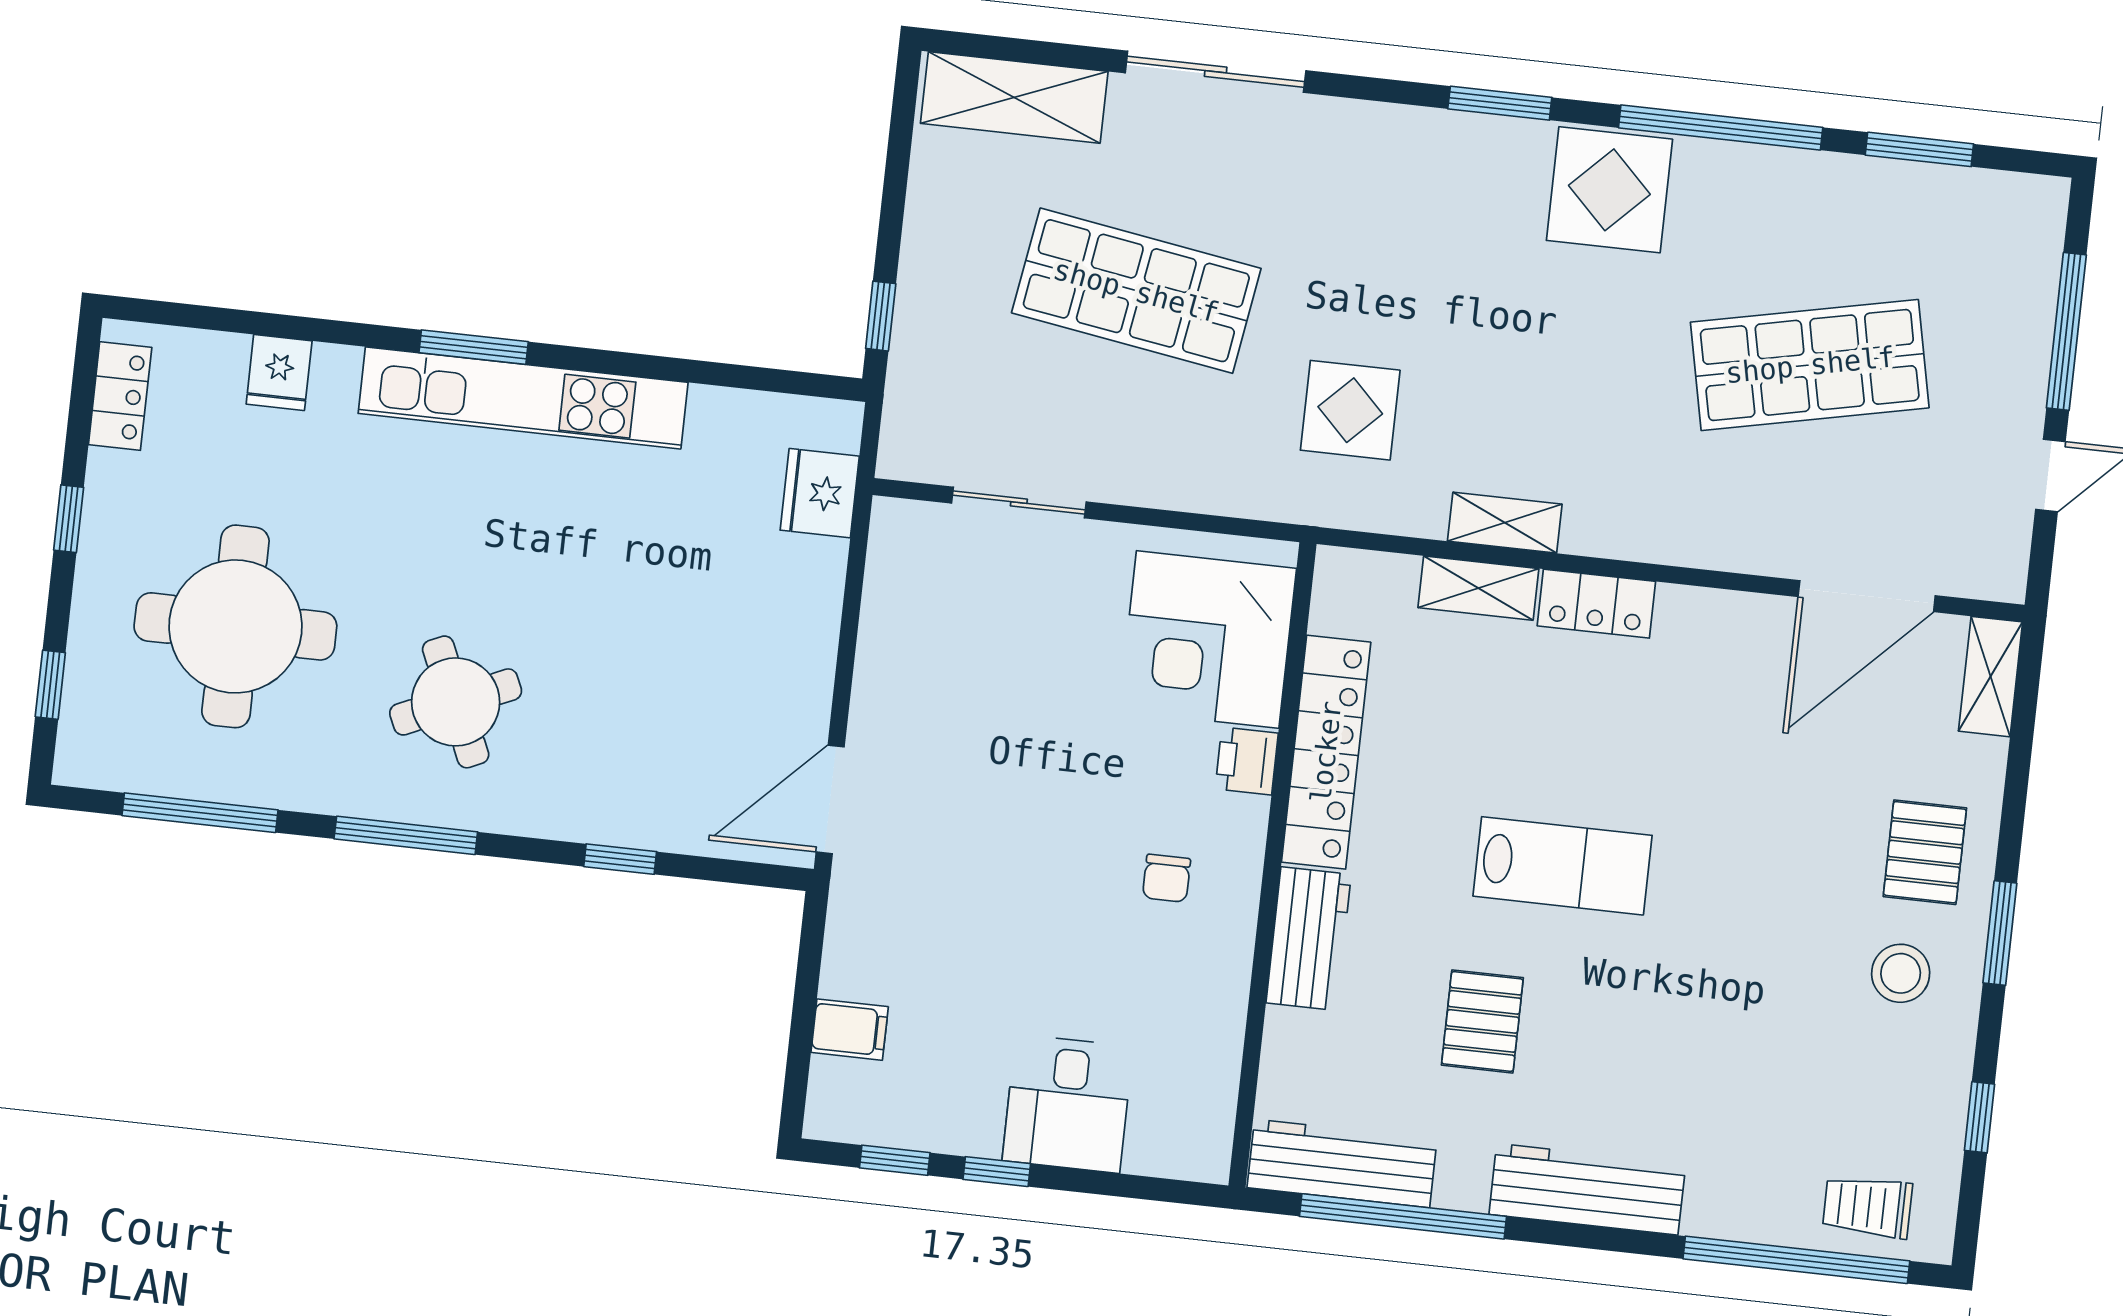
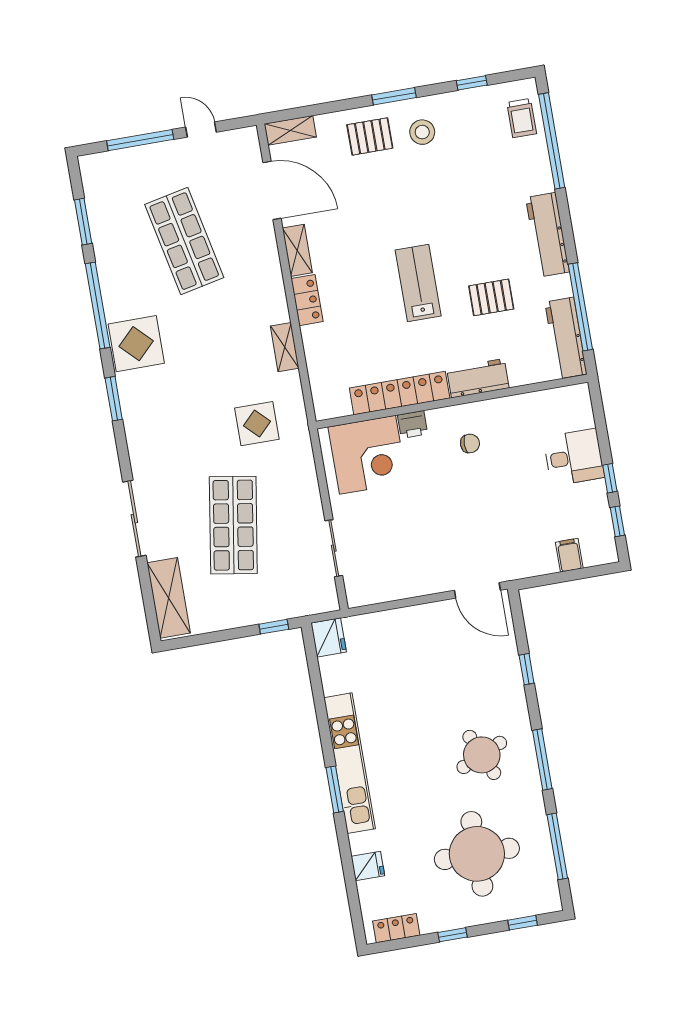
fridge: (820, 493) -> (329, 637), moved, turned -90
shelving: (1478, 588) -> (297, 250), moved

